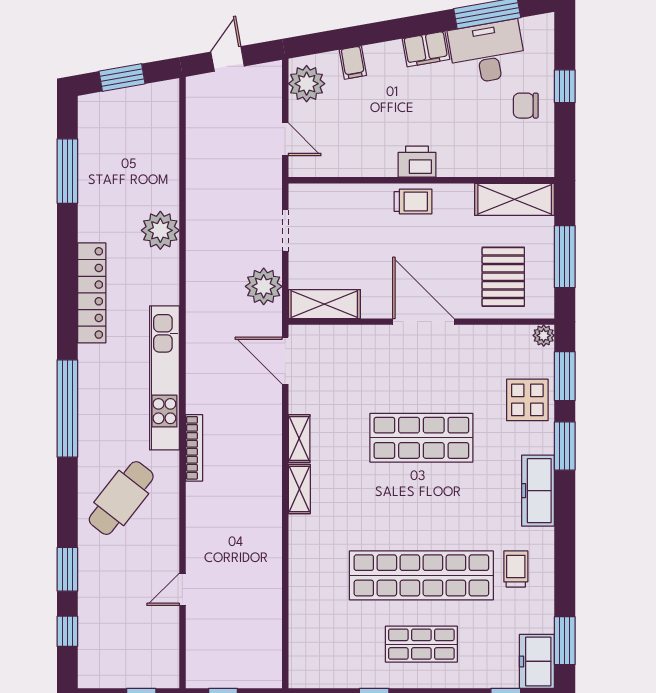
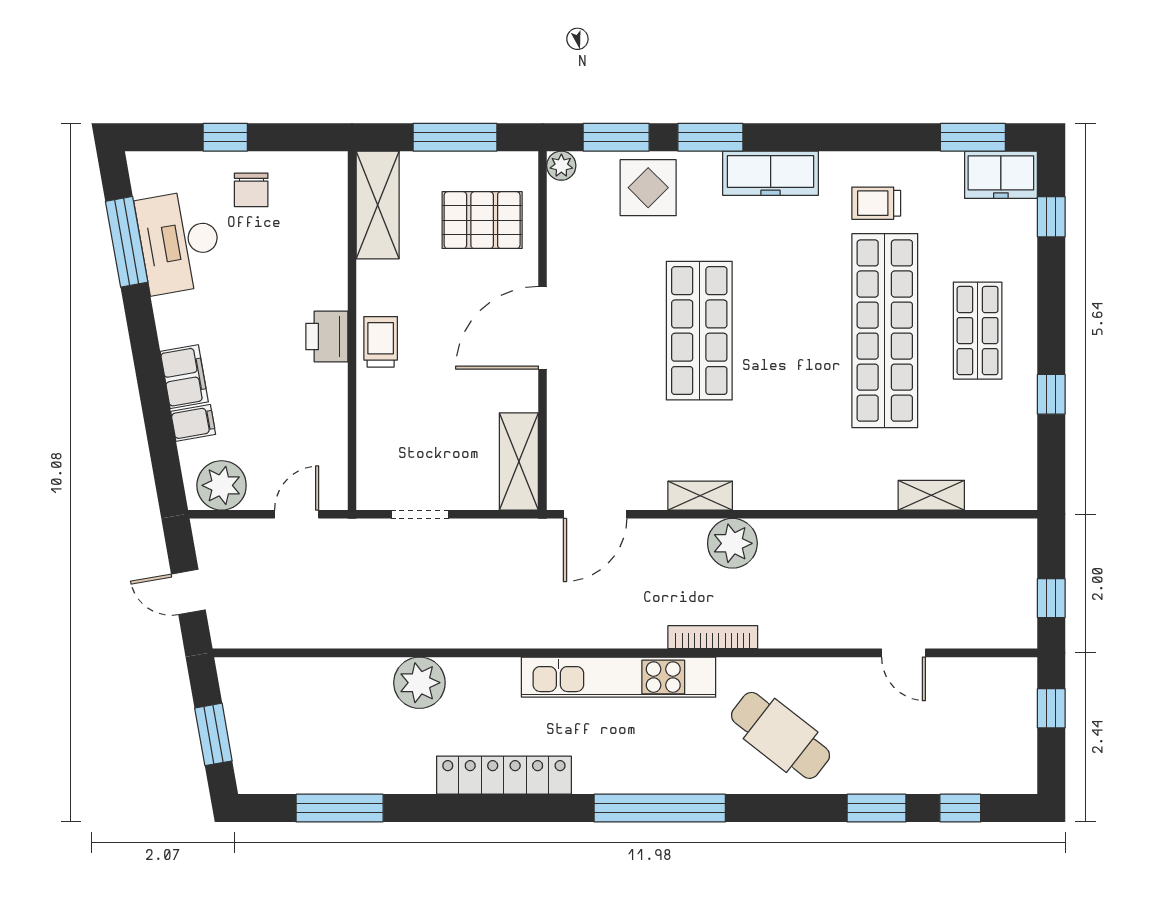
filing cabinet: (426, 49) -> (184, 377), moved
plant: (264, 286) -> (732, 543), moved
shelving: (299, 489) -> (931, 495), moved

